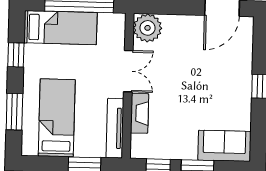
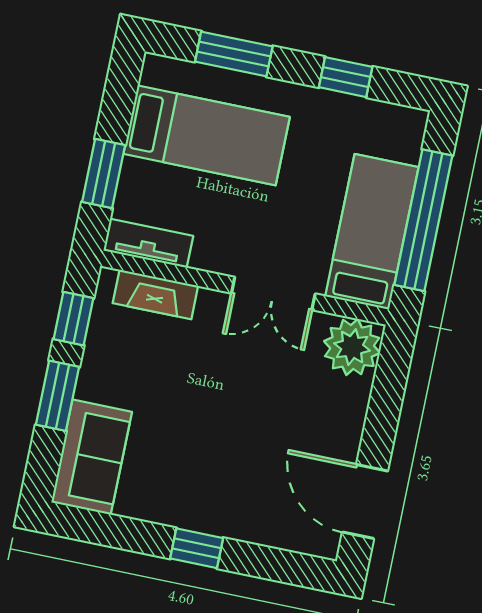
bed: (60, 28) -> (372, 232), moved, turned 180
fireplace: (140, 113) -> (155, 294), moved
tv unit: (115, 128) -> (148, 243), width x0.71

